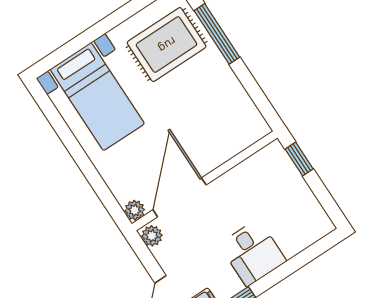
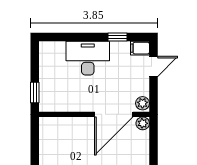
desk: (253, 253) -> (88, 58), width x1.37

